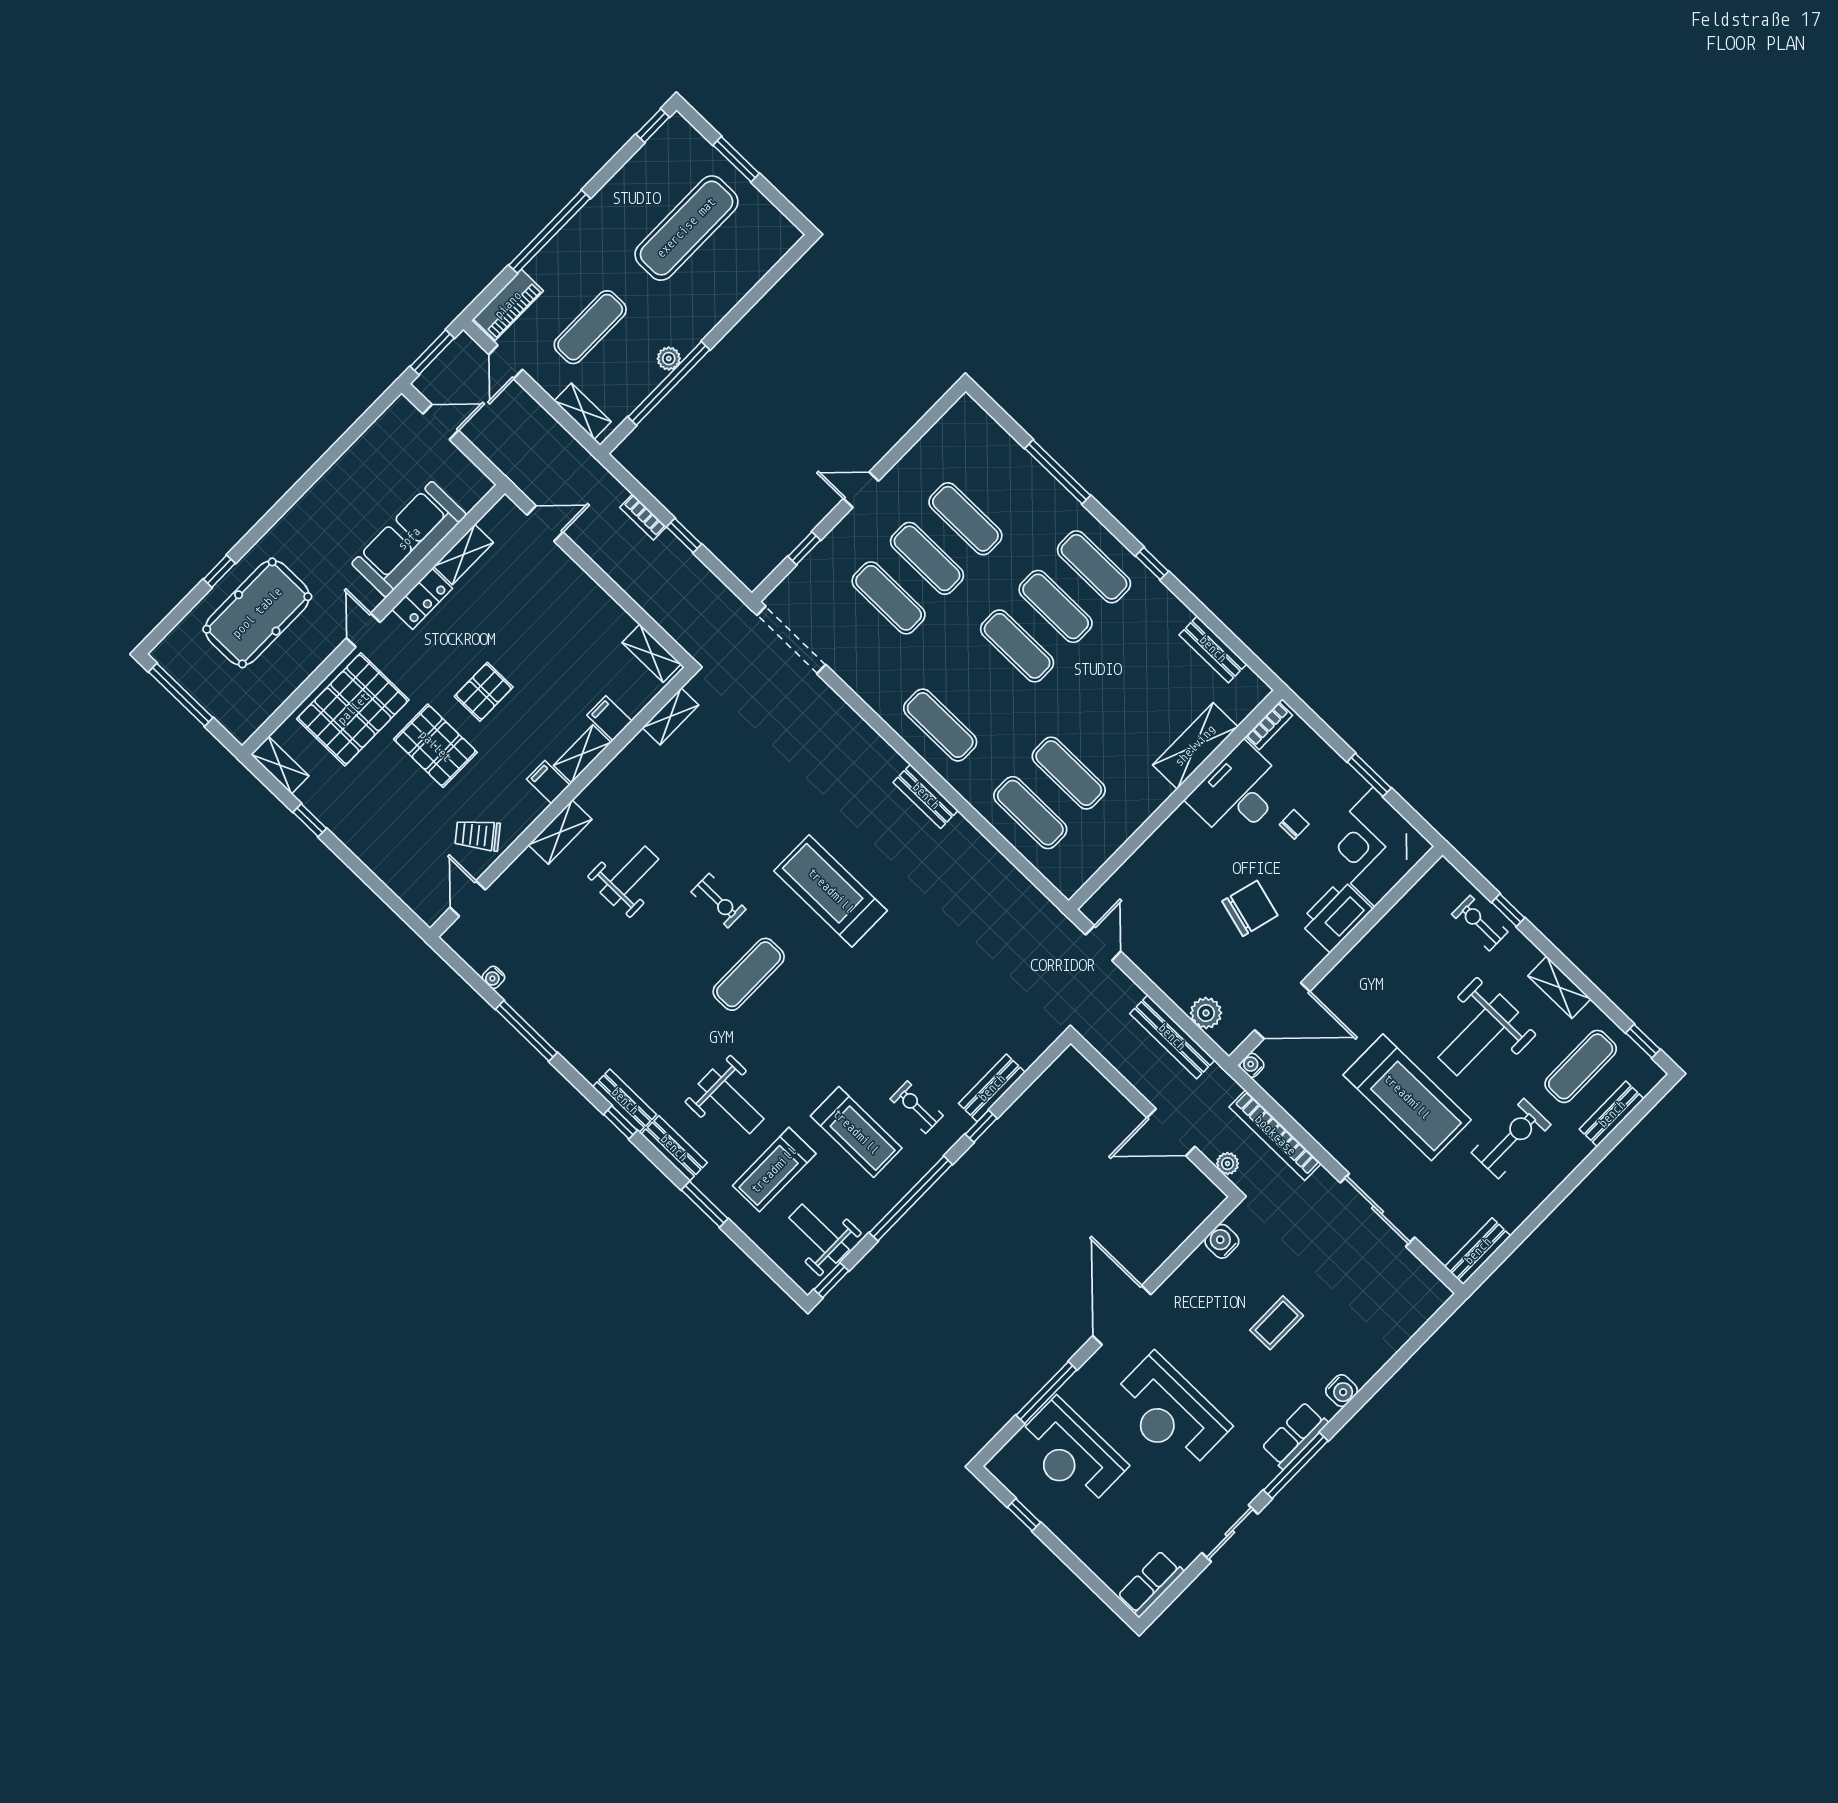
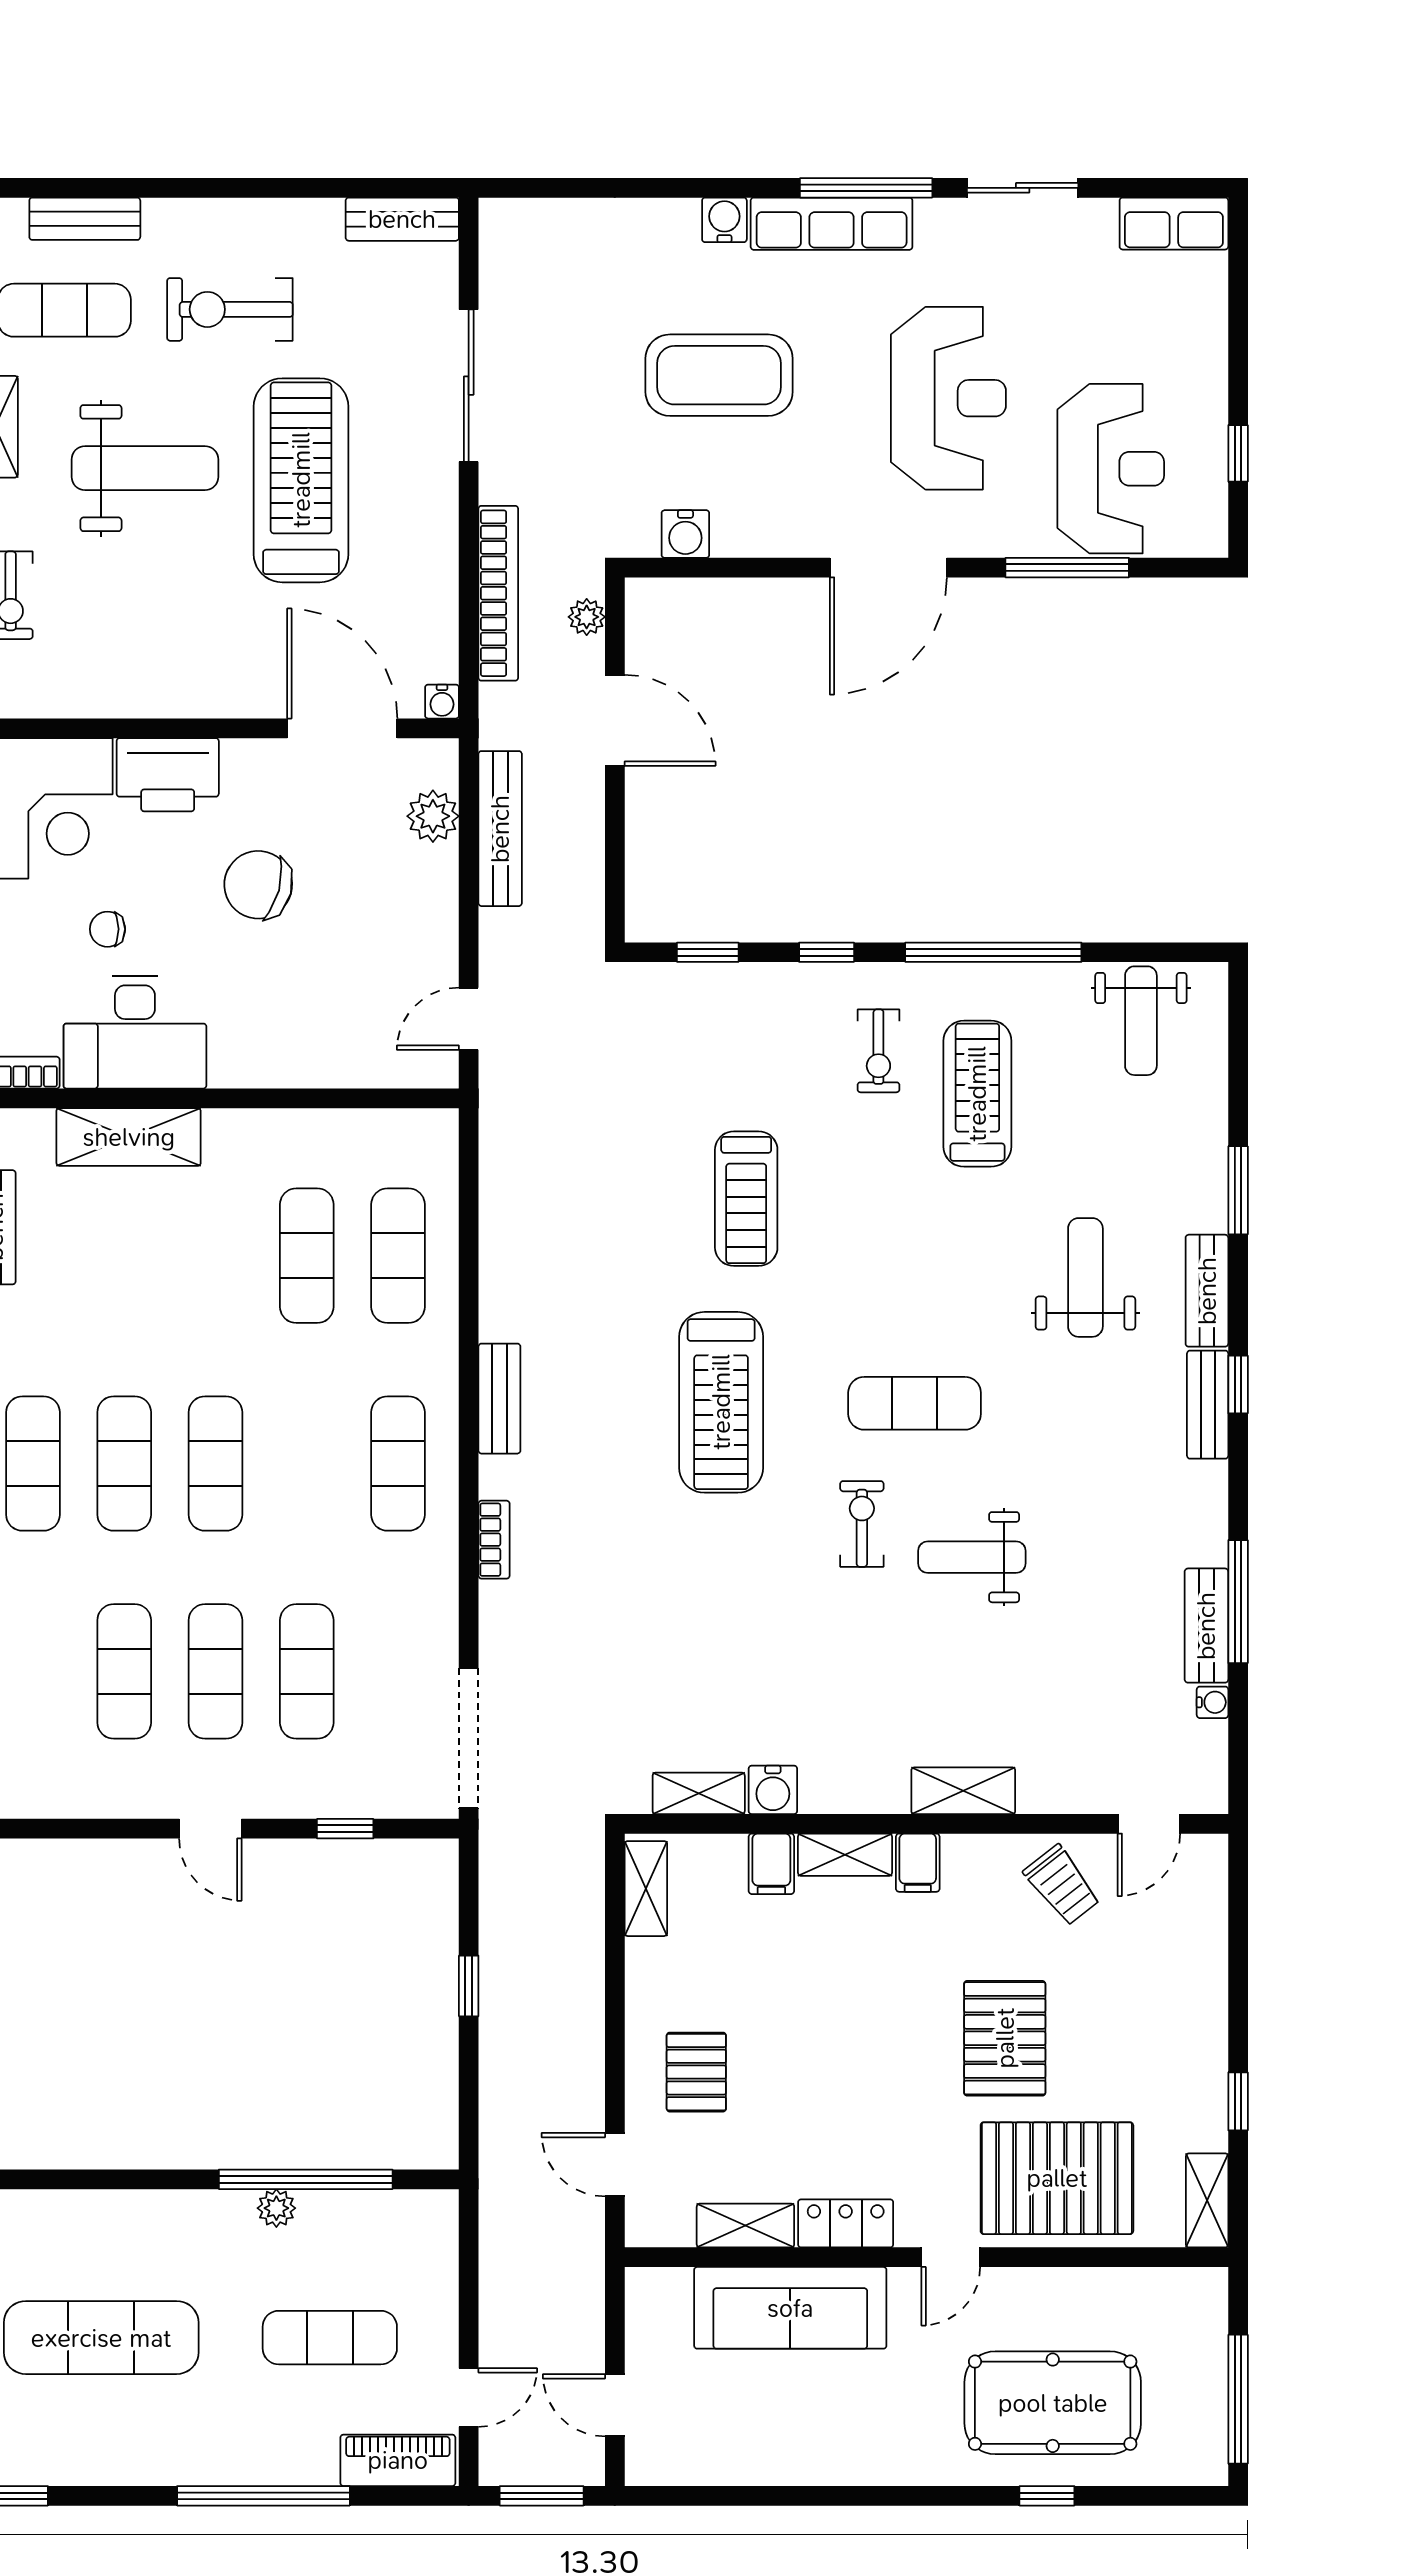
shelving: (583, 411) -> (438, 2250), removed
bookcase: (643, 517) -> (494, 1540), moved
pallet: (484, 692) -> (696, 2072), moved, turned 90
water cooler: (641, 750) -> (773, 1790), added
weight bench: (629, 876) -> (972, 1557), moved
bench: (992, 1088) -> (1206, 1626), moved, turned 90
treadmill: (774, 1170) -> (746, 1199), moved, turned 90
window: (831, 1280) -> (708, 952), moved
coffee table: (1277, 1323) -> (719, 375), width x1.86, depth x1.72
row of seats: (1295, 1435) -> (832, 224), width x1.48

